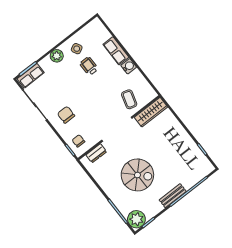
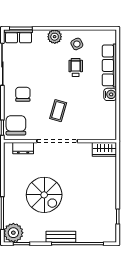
row of seats: (116, 51) -> (109, 65), width x1.48
coffee table: (129, 99) -> (58, 111), moved
wardrobe: (151, 112) -> (104, 149), width x0.67
chair: (78, 141) -> (16, 125), width x1.87, depth x1.87

